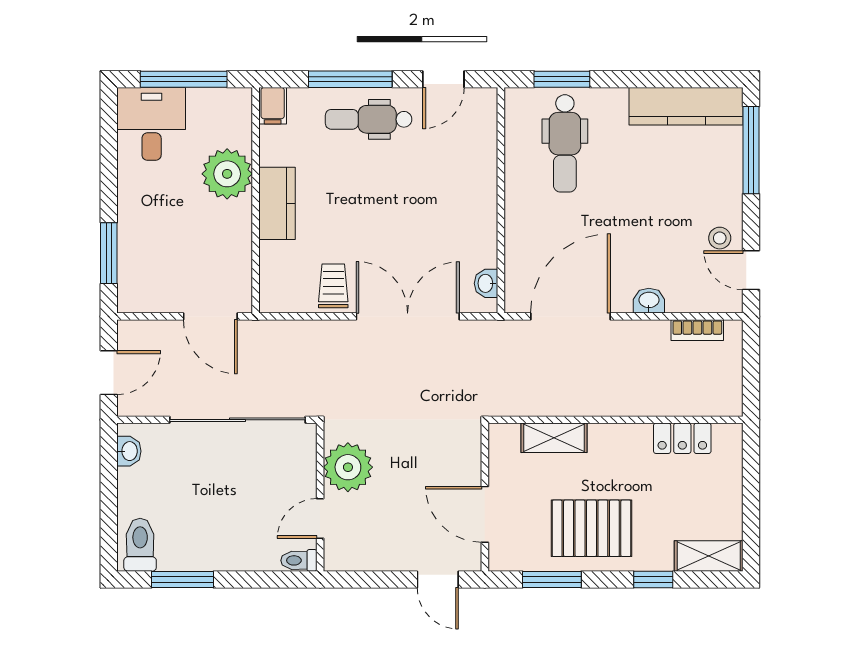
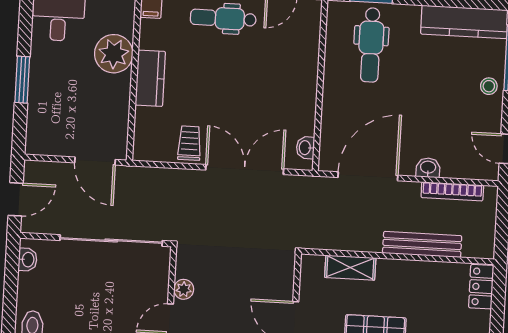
stool: (720, 238) -> (489, 86), moved
window: (109, 253) -> (22, 80), moved
bookcase: (697, 330) -> (452, 191), width x1.56
bench: (647, 402) -> (422, 244), added
locker: (682, 438) -> (481, 287), moved, turned 90
plant: (348, 467) -> (184, 289), width x0.53, depth x0.53

